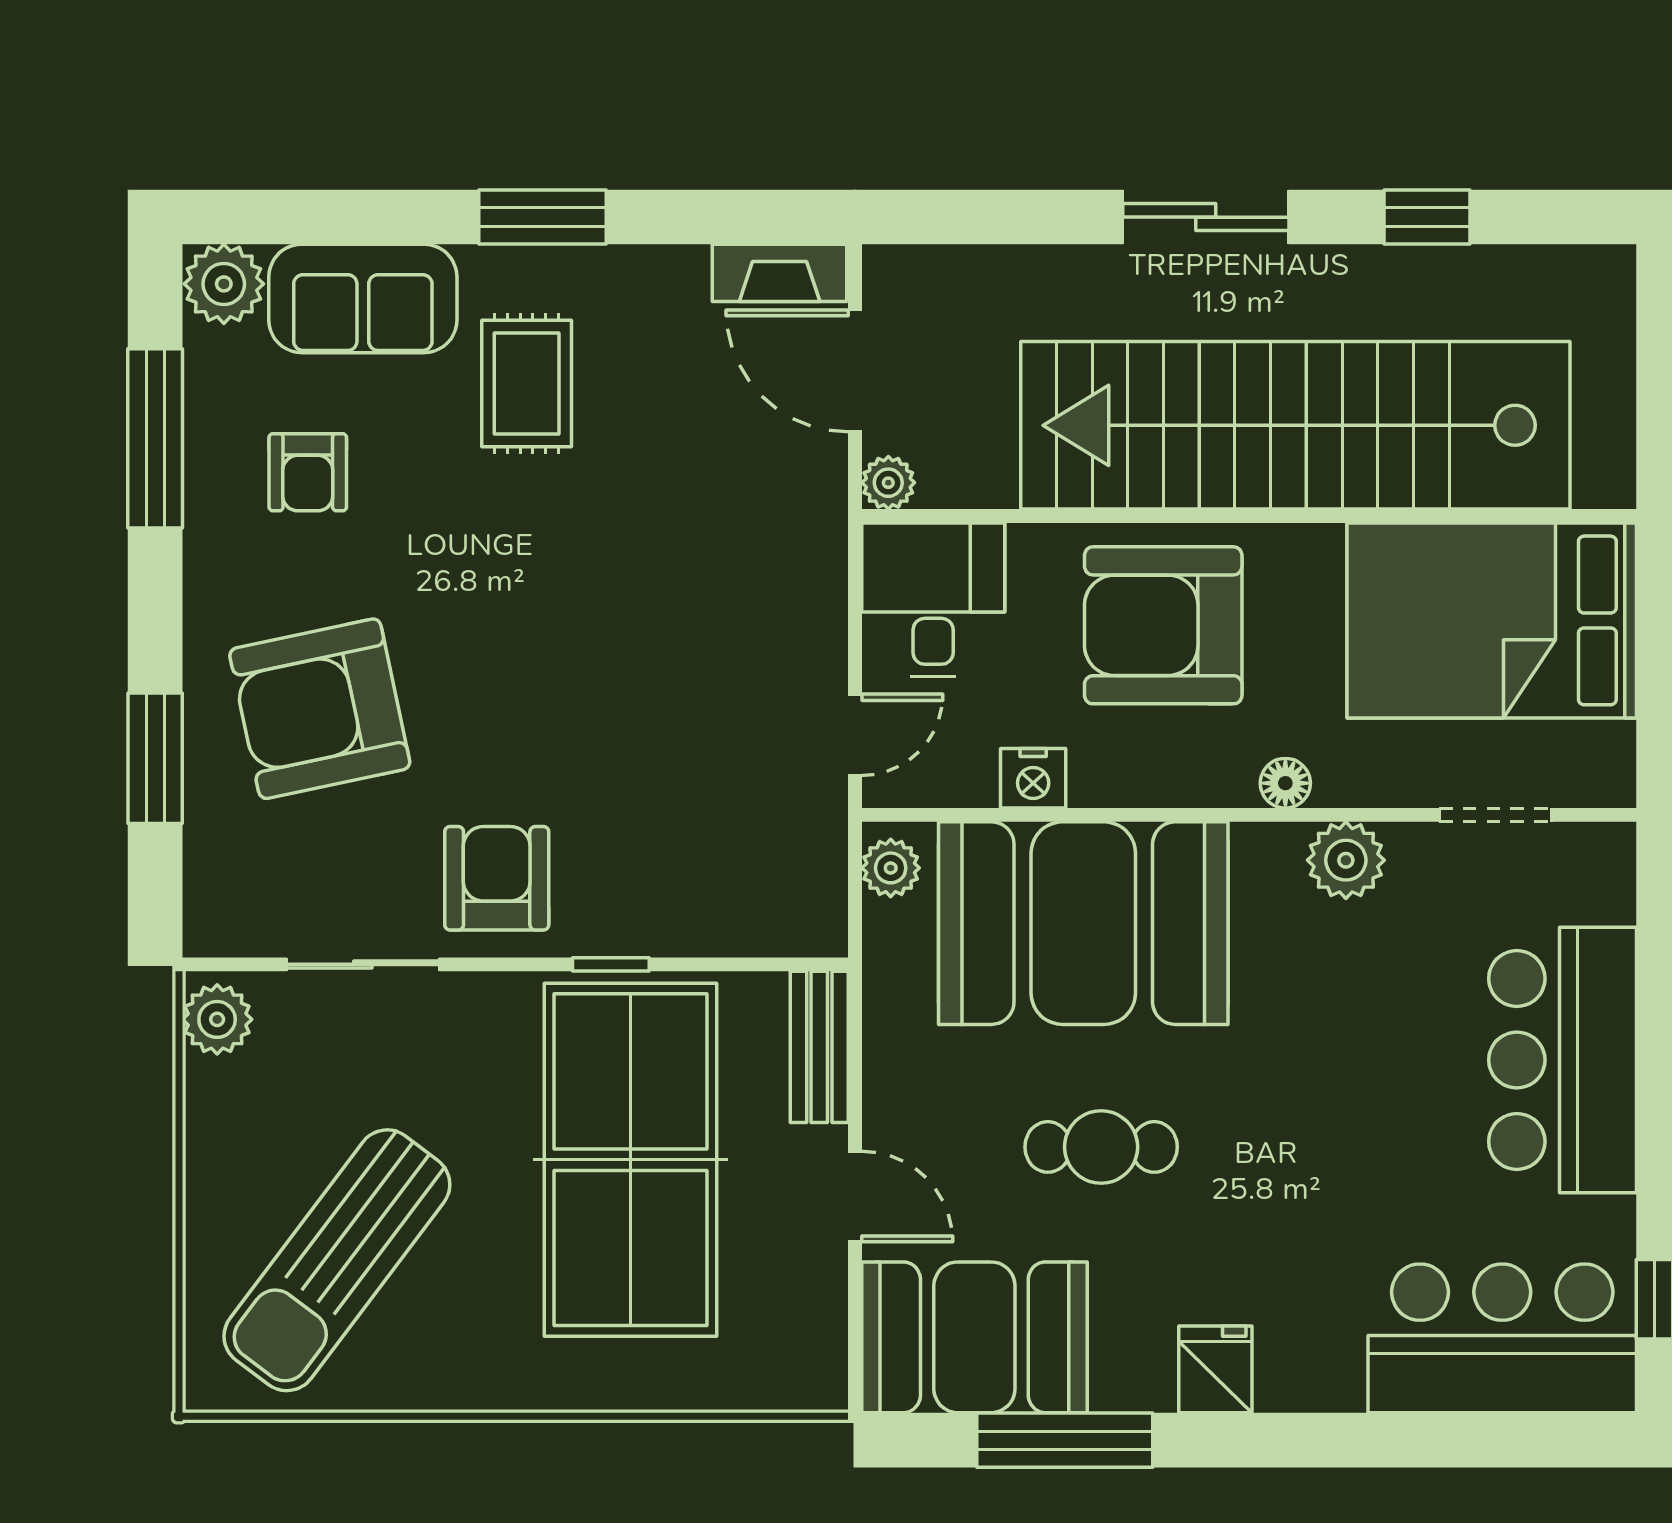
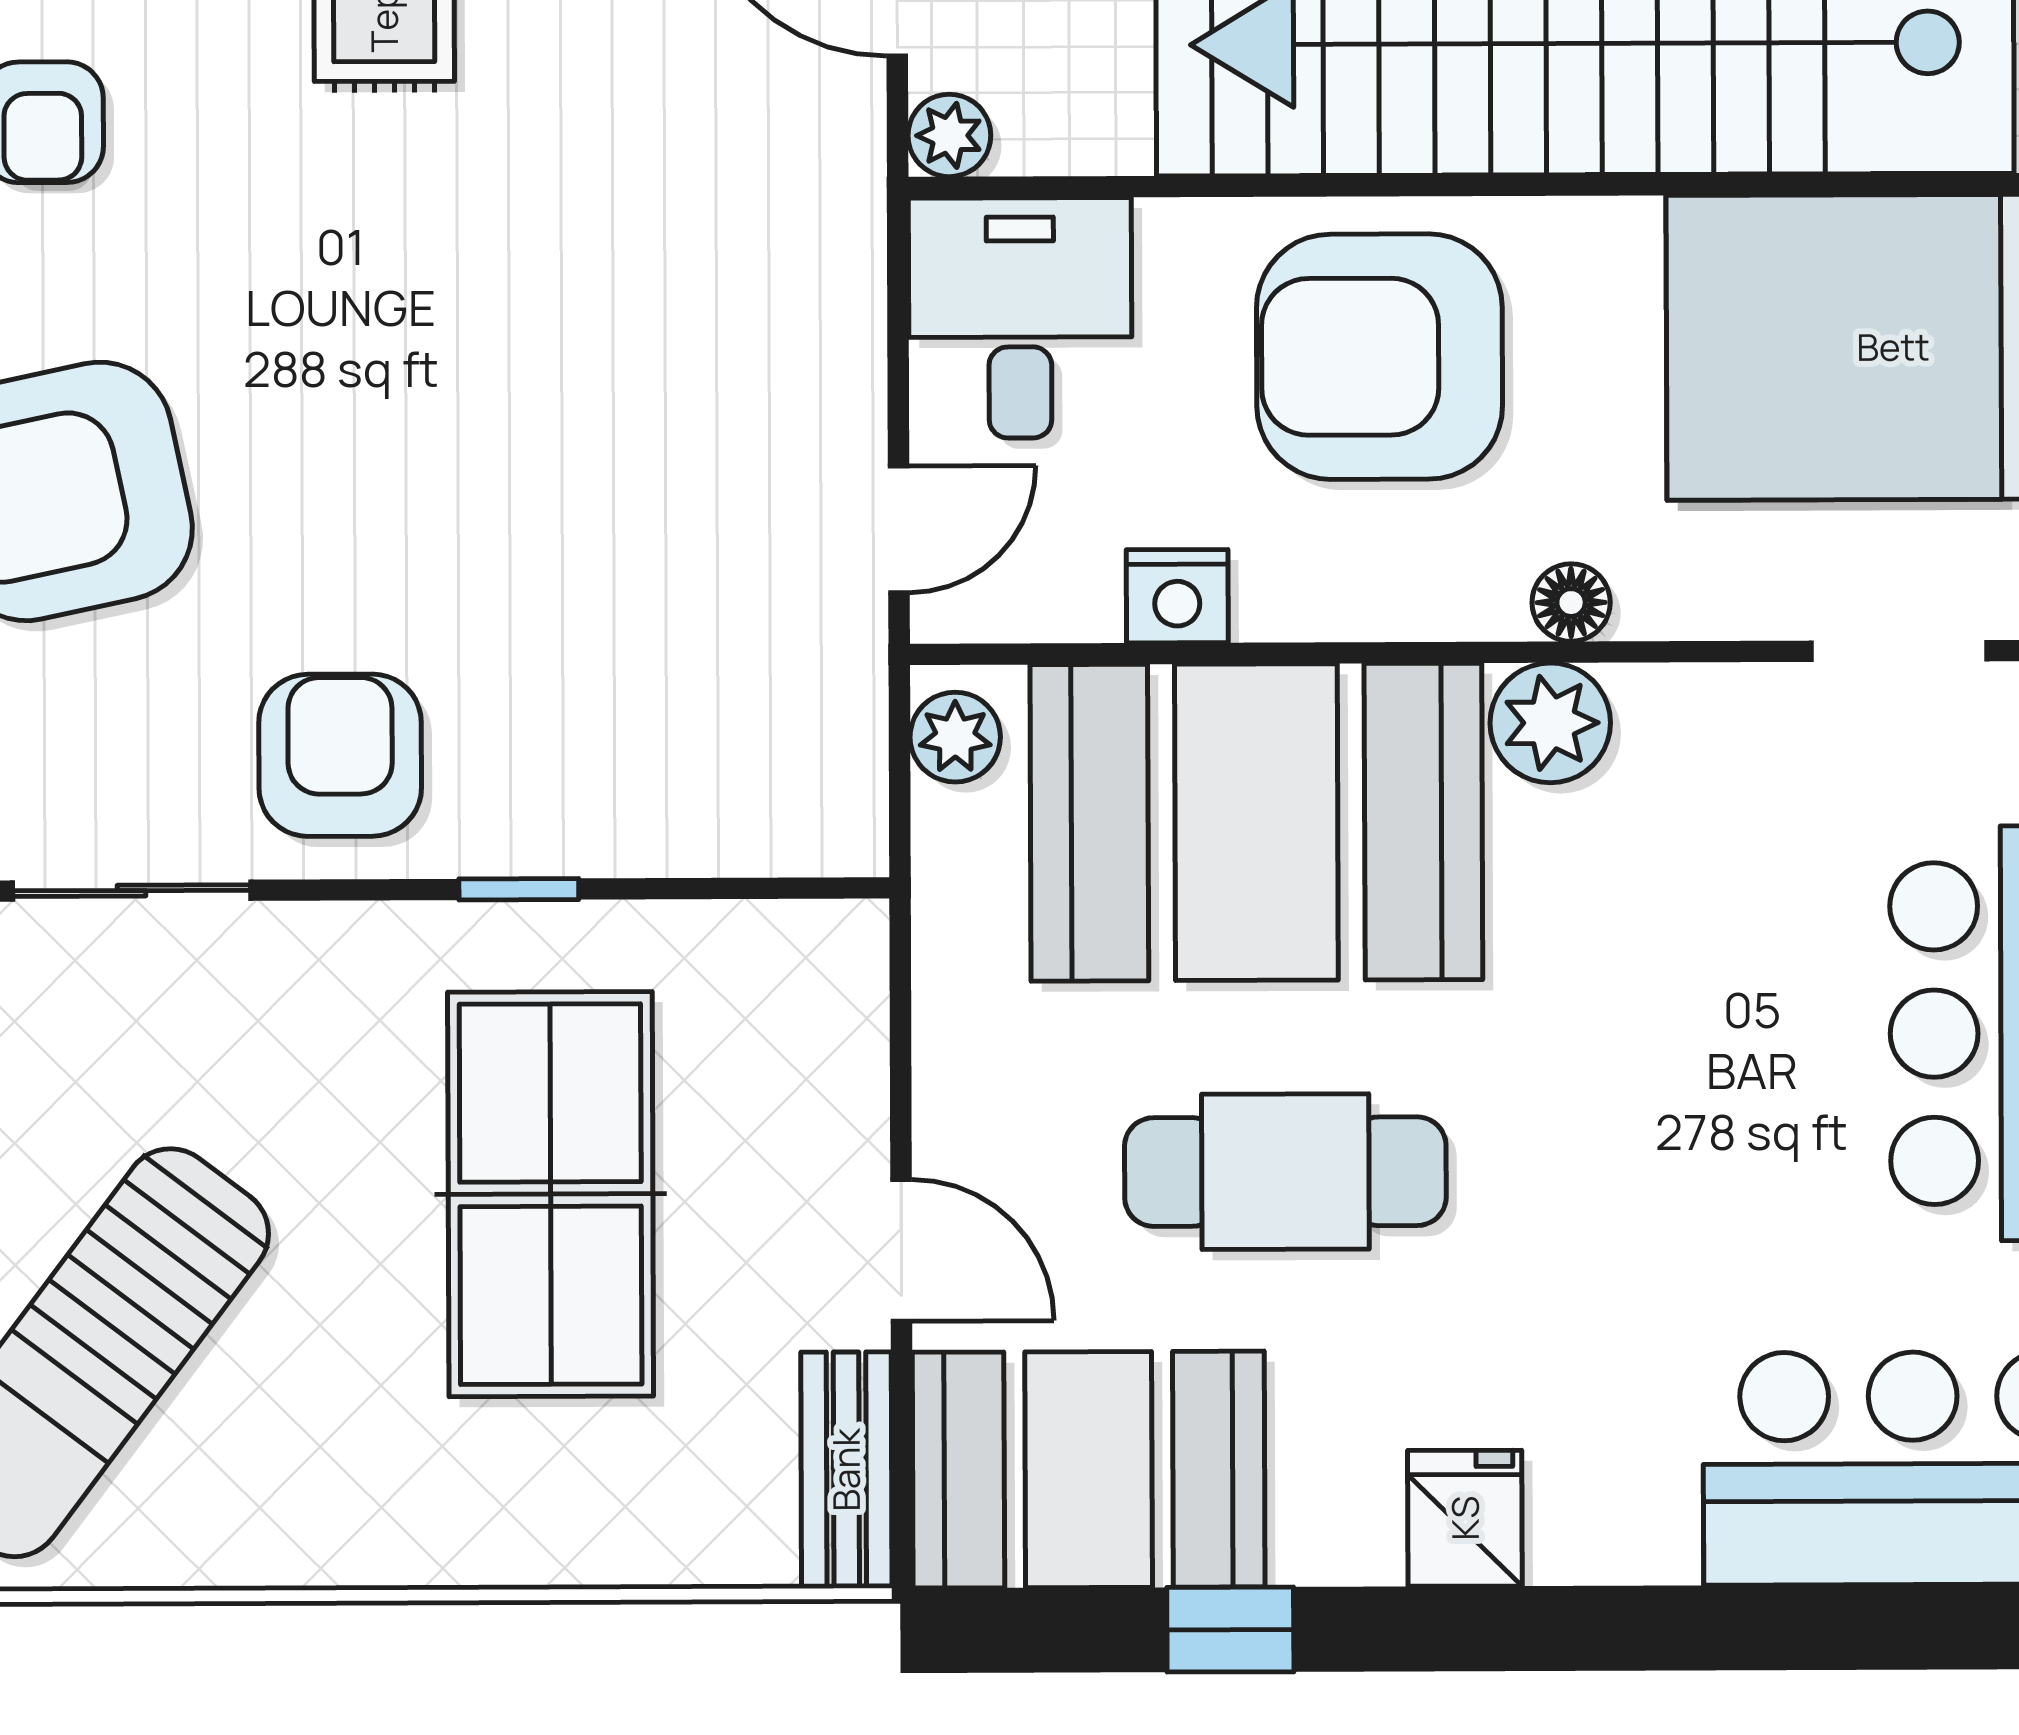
plant: (1346, 860) -> (1550, 723), moved
bench: (819, 1047) -> (846, 1470), moved
cafe table: (1101, 1147) -> (1285, 1172), width x1.37, depth x1.35
table tennis table: (631, 1160) -> (551, 1194), width x0.73, depth x0.76
window: (1065, 1440) -> (1230, 1630), width x0.46

